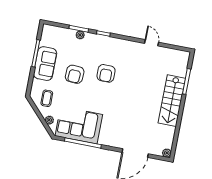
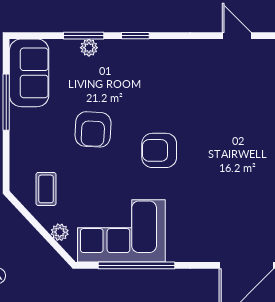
sofa: (45, 64) -> (29, 73), moved
armchair: (106, 73) -> (159, 150), moved, turned 90

